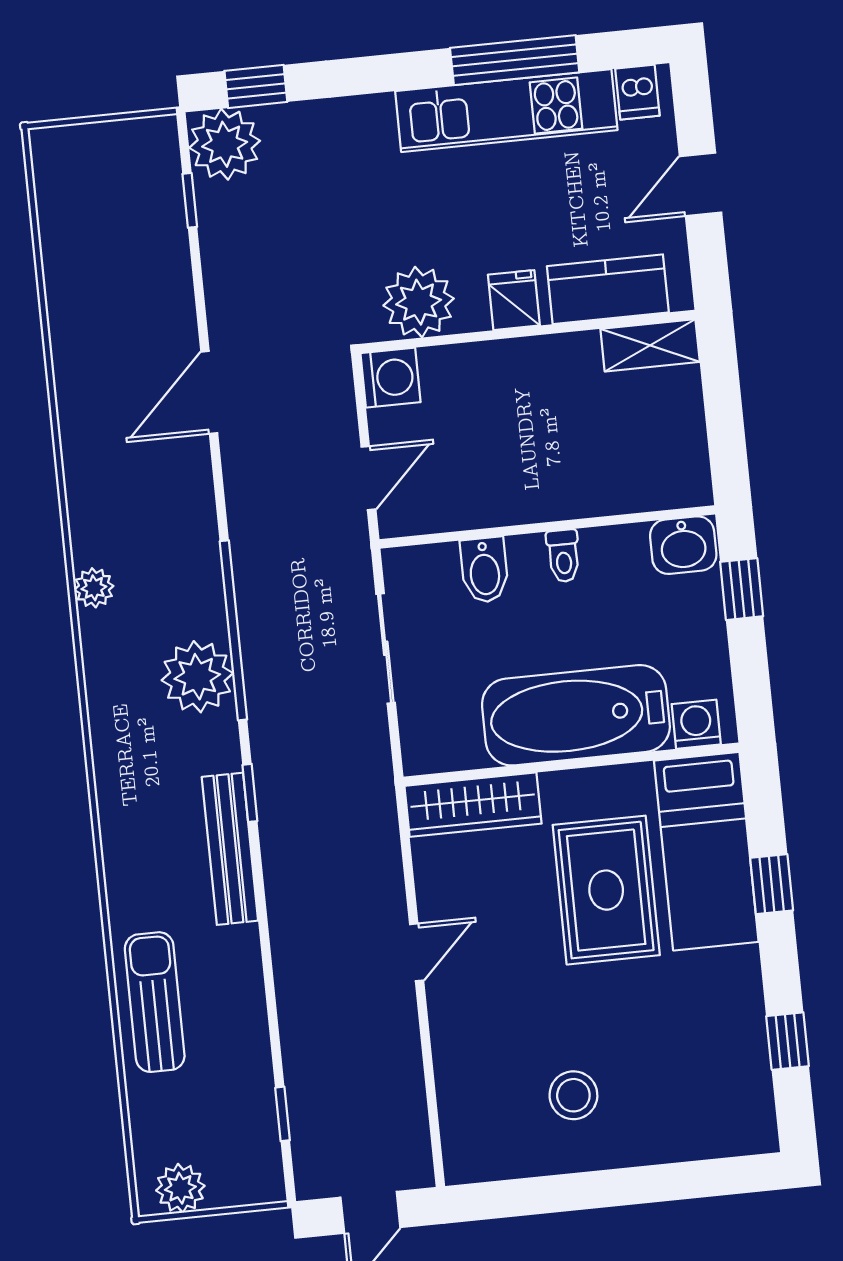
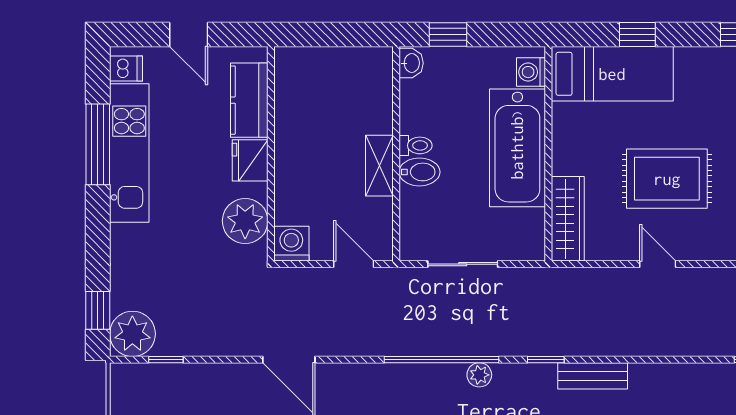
fridge: (514, 300) -> (250, 160), width x1.38
shelving: (650, 345) -> (379, 166), moved
washbasin: (683, 545) -> (411, 63), width x0.72, depth x0.69
bidet: (484, 570) -> (419, 172), moved
plant: (197, 677) -> (479, 375), width x0.53, depth x0.53
bench: (230, 849) -> (593, 376), width x0.73
rug: (606, 890) -> (667, 179), moved

